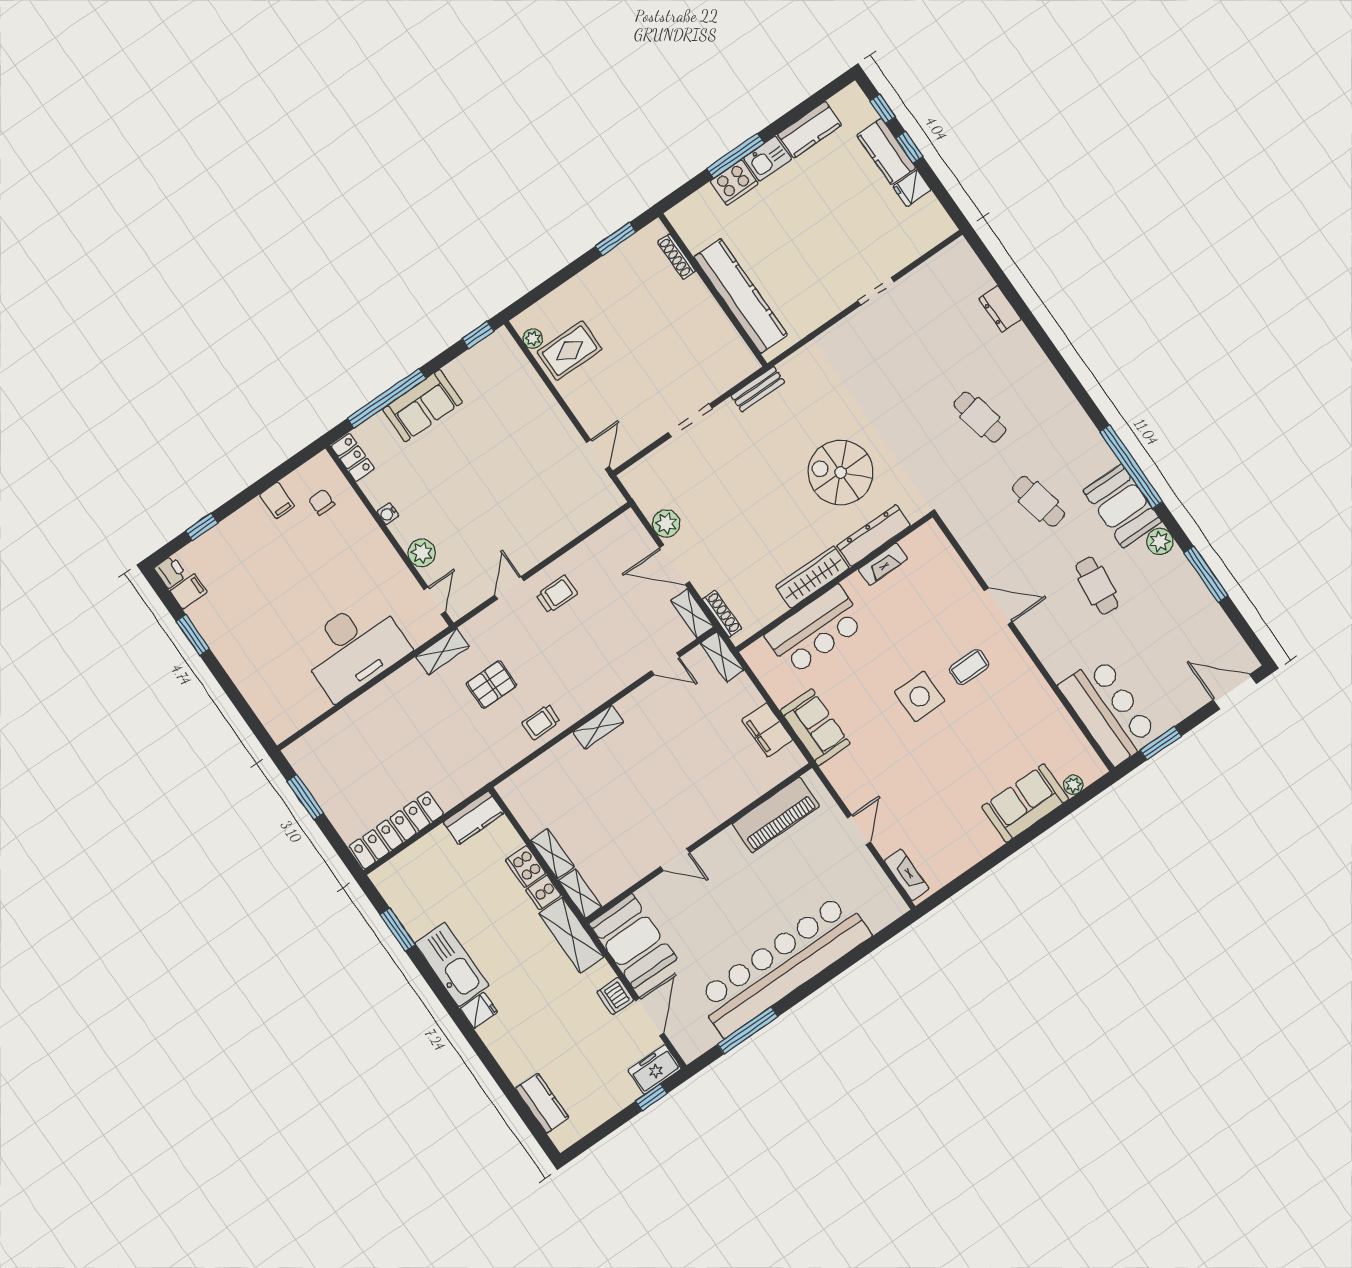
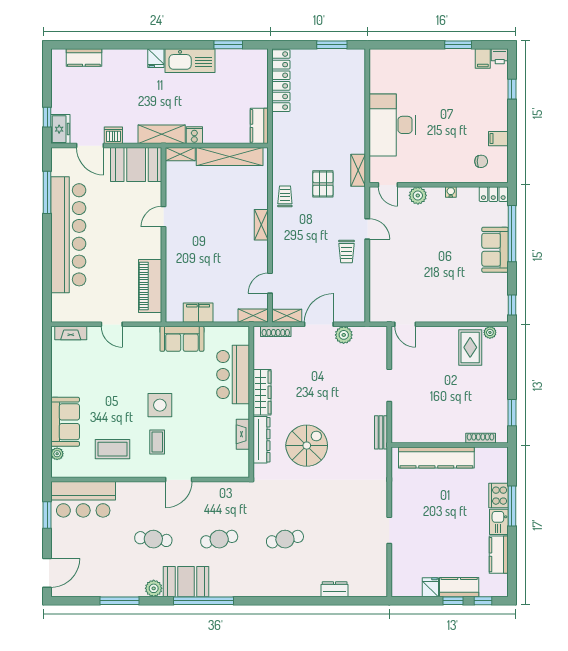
coffee table: (1018, 718) -> (113, 449), added
shelving: (552, 854) -> (230, 157), width x2.20, depth x1.33
cooker: (525, 867) -> (215, 135), removed

